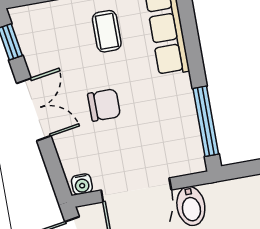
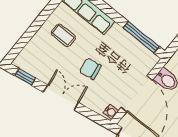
chair: (104, 105) -> (90, 69), turned -100

